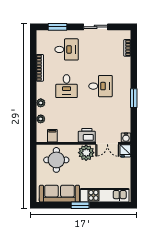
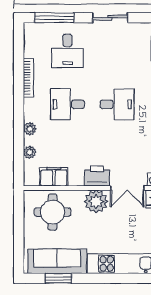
window: (57, 27) -> (54, 18), width x1.44
desk: (67, 49) -> (67, 51), turned 90
desk: (67, 86) -> (67, 104), turned 90
filing cabinet: (52, 136) -> (54, 177), width x2.00
window: (80, 205) -> (59, 278), moved

